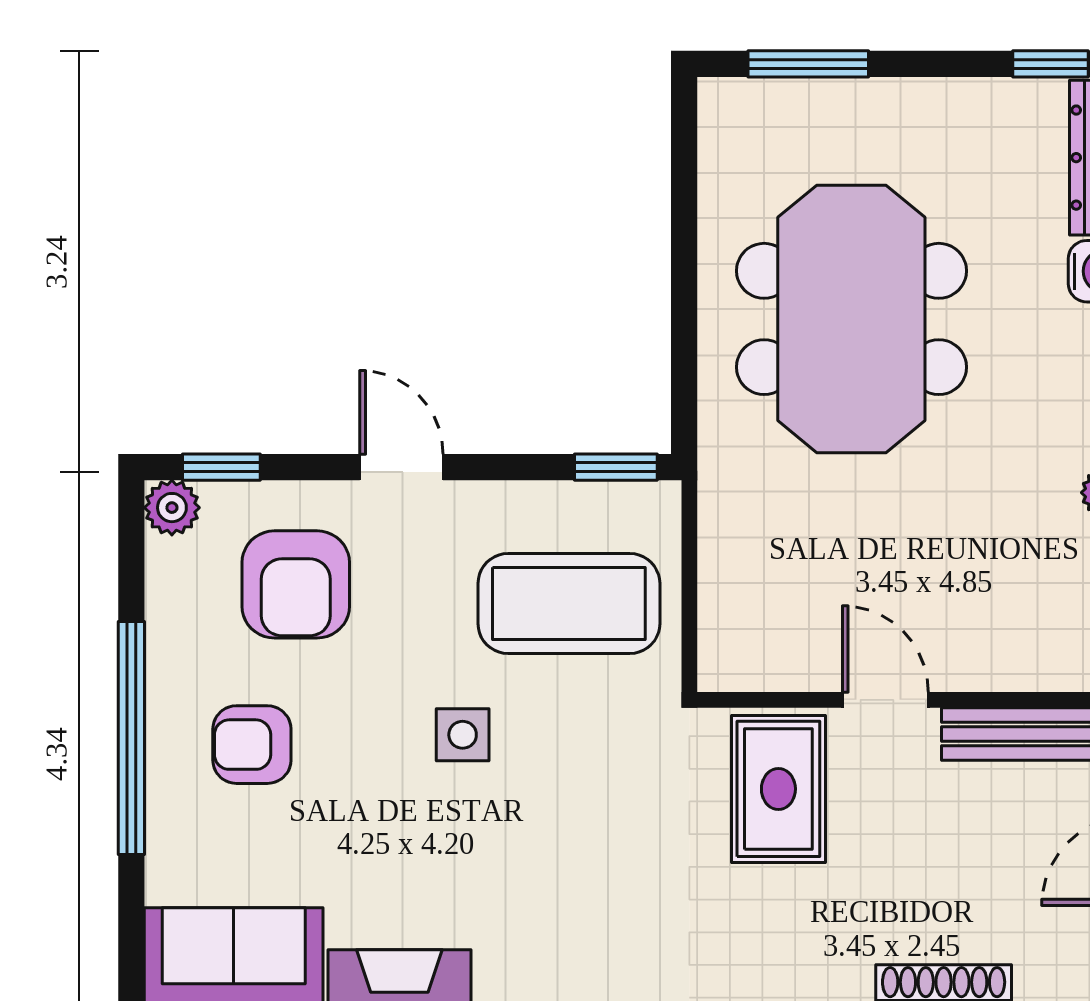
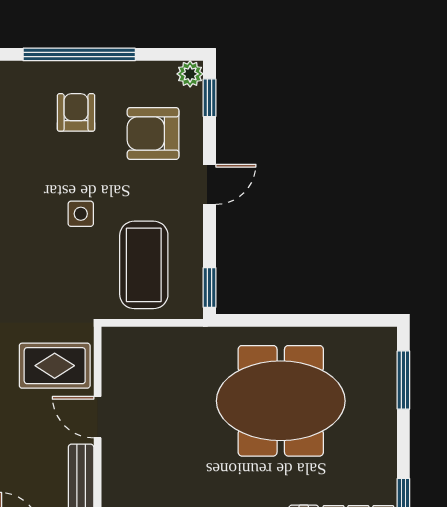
door: (885, 700) -> (98, 417), swing flipped

